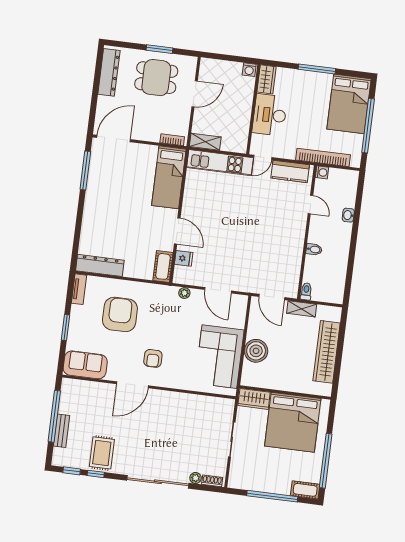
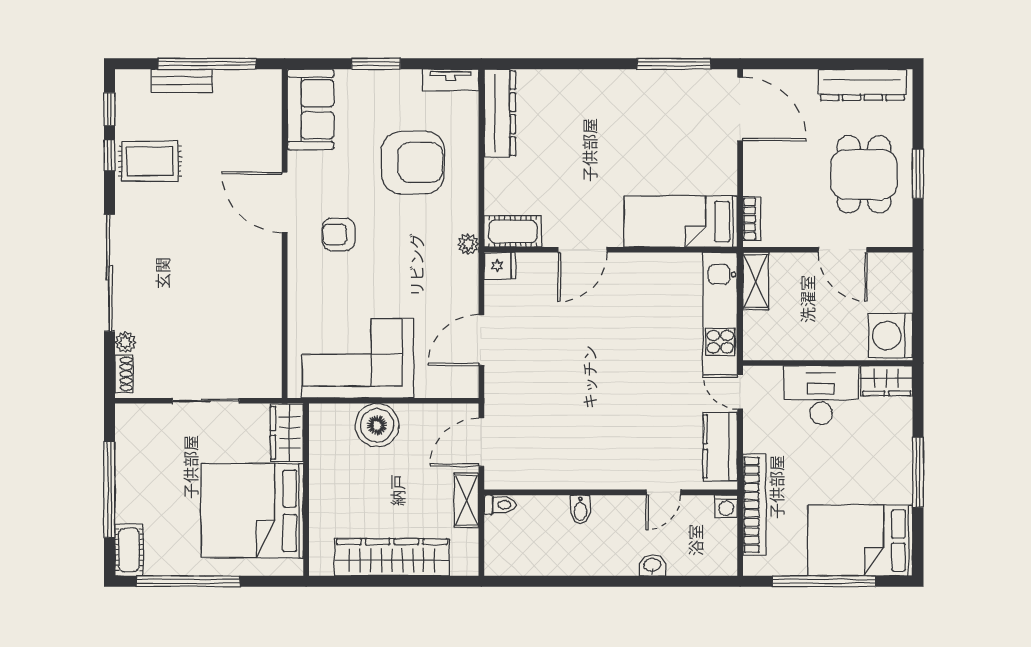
washing machine: (249, 70) -> (890, 336), width x1.89, depth x1.89
fridge: (184, 258) -> (500, 266), moved, turned -90
plant: (184, 293) -> (468, 244), moved

